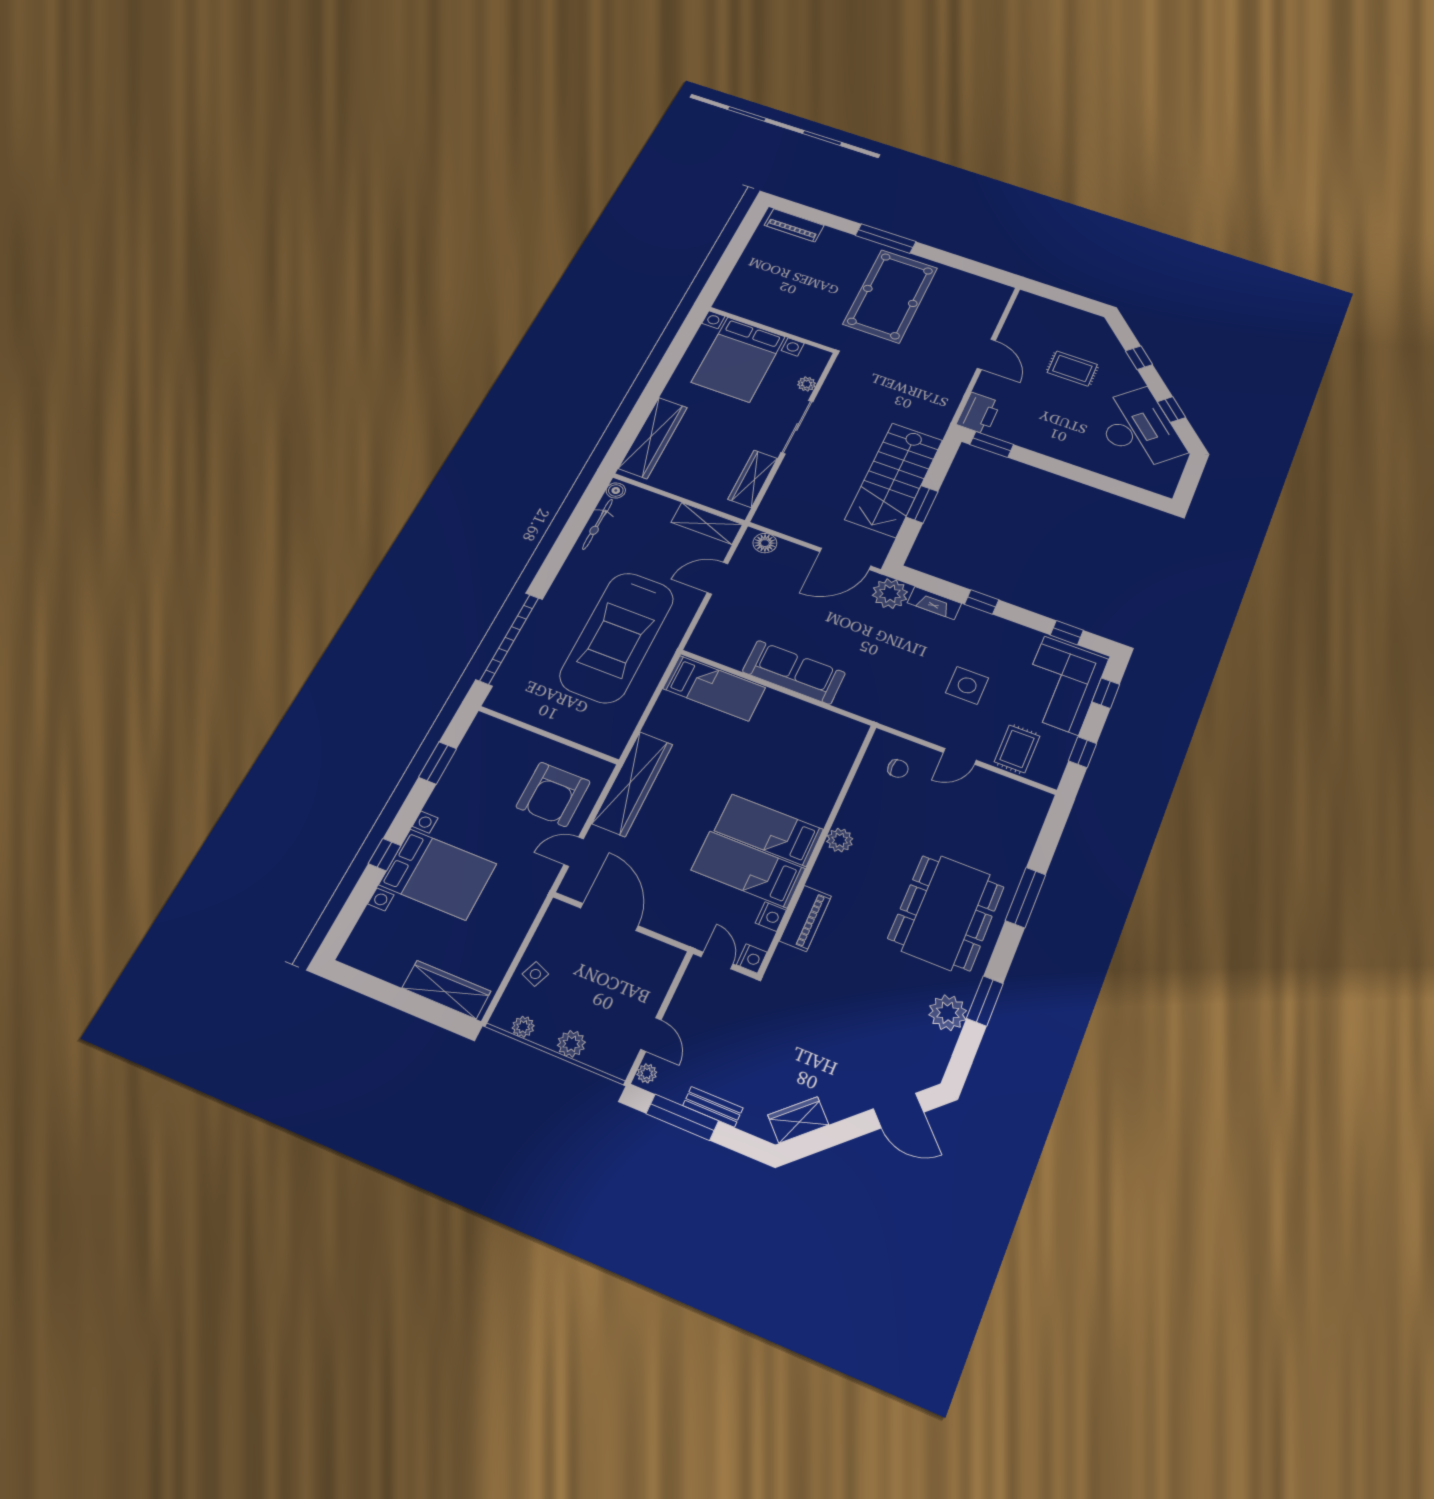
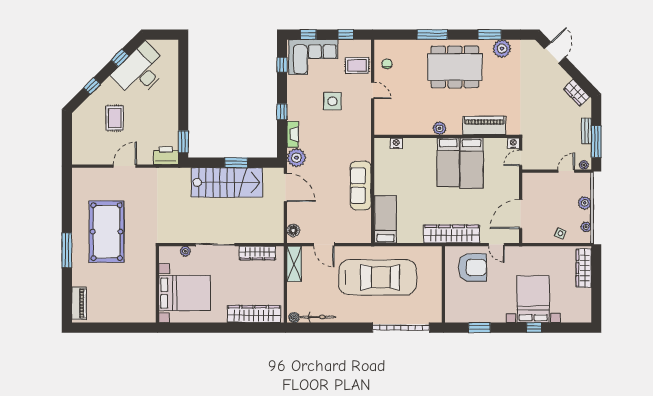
pool table: (890, 296) -> (107, 232), turned 90
chair: (898, 769) -> (387, 64), moved
nightstand: (771, 917) -> (396, 143), moved
piano: (805, 918) -> (484, 126), width x1.37, depth x1.33

